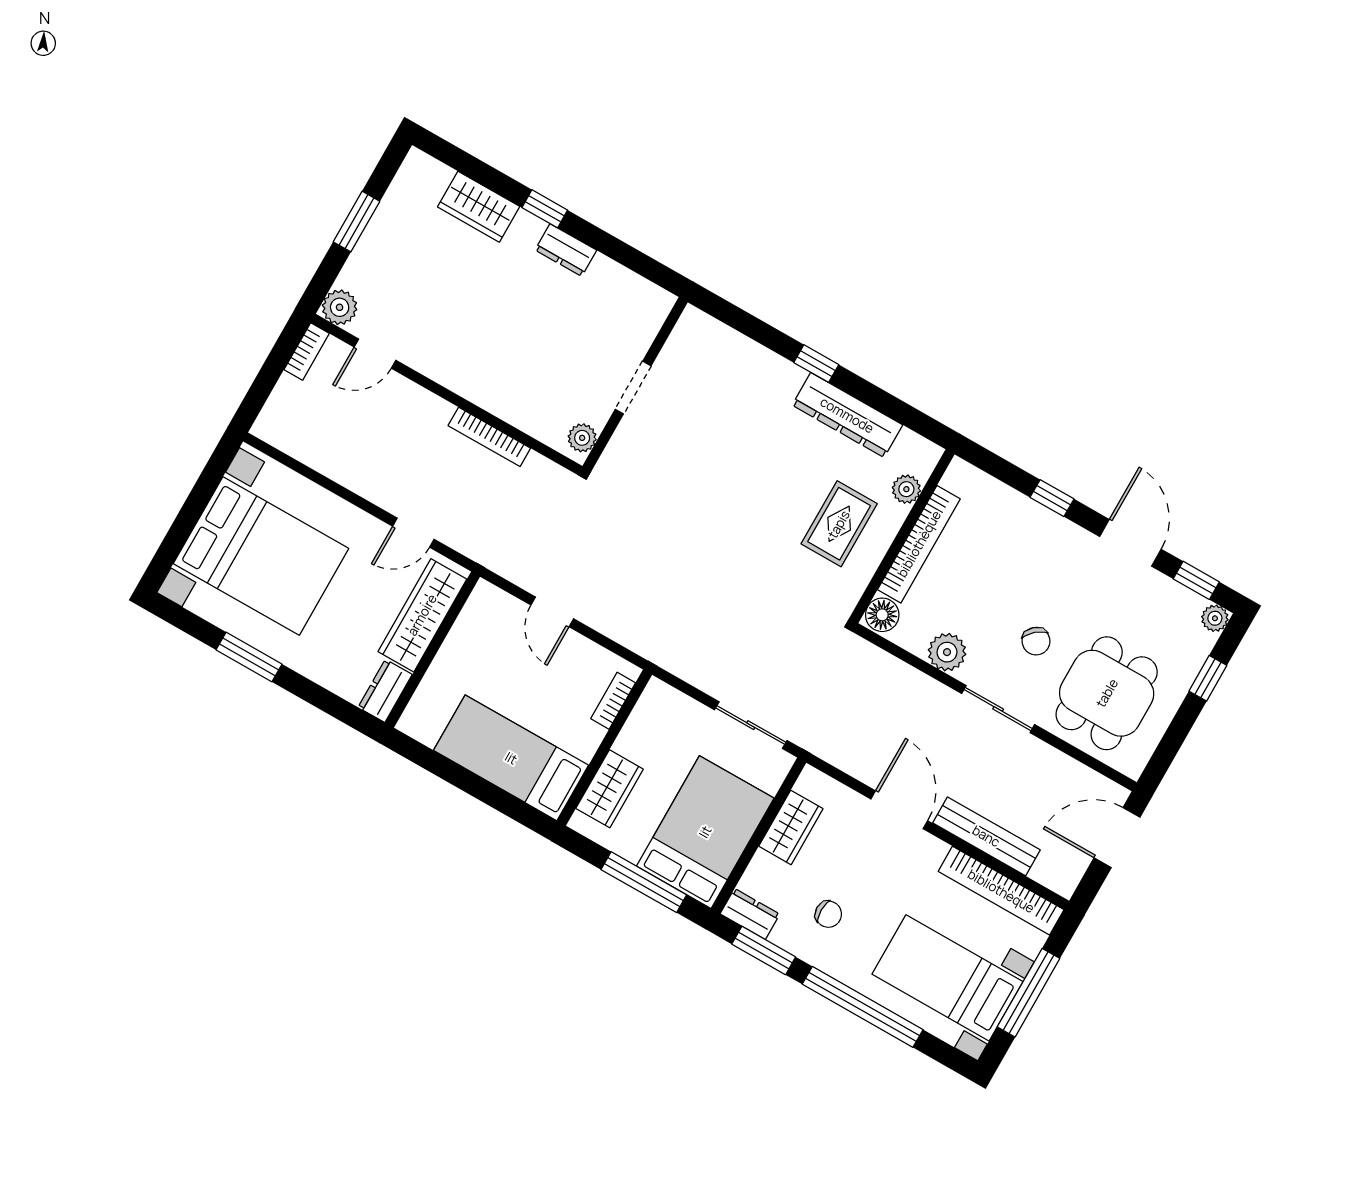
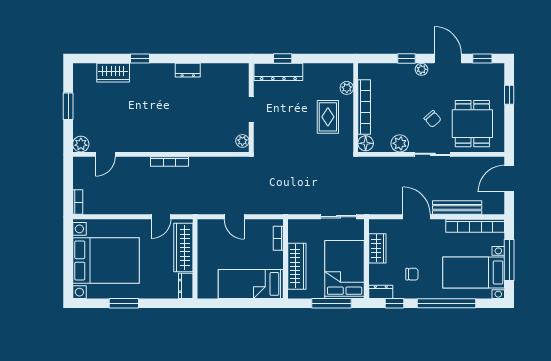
dresser: (566, 250) -> (188, 70), moved
bookcase: (307, 352) -> (78, 202), moved
wall: (635, 384) -> (251, 108), moved
doorway: (633, 388) -> (251, 110), moved
dresser: (847, 415) -> (278, 72), moved
plant: (582, 438) -> (242, 141), moved
plant: (1215, 618) -> (421, 69), moved
wardrobe: (610, 789) -> (297, 266), width x1.50
window: (764, 951) -> (395, 303), width x0.67

